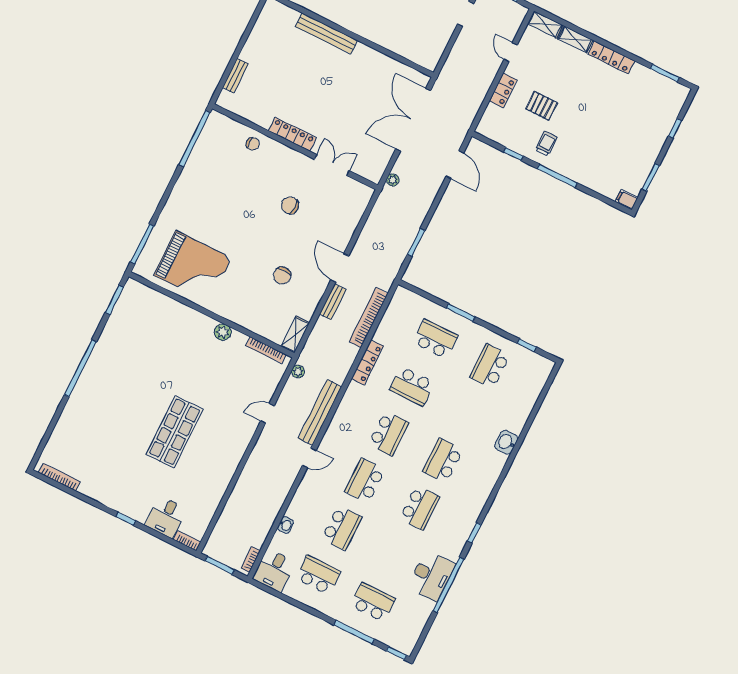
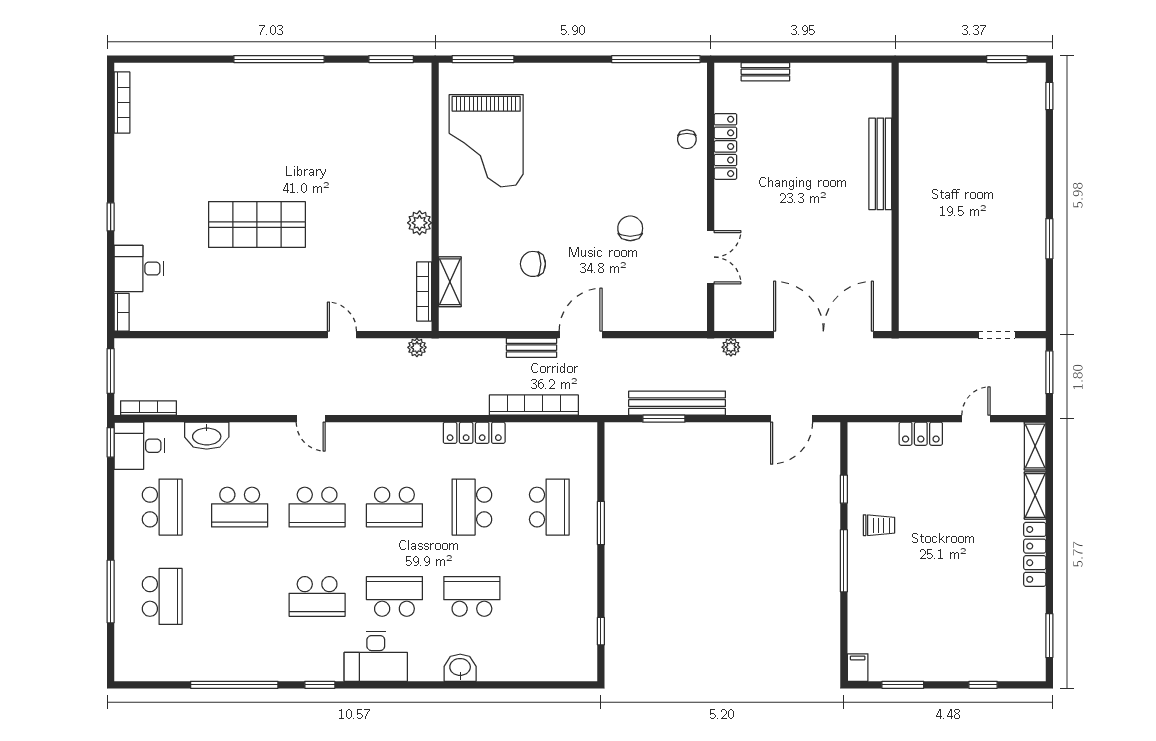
pallet: (542, 106) -> (926, 494), removed
locker: (292, 134) -> (725, 146), moved
shelving: (295, 335) -> (450, 282), moved, turned 90
school desk: (490, 366) -> (472, 596), moved
bench: (320, 412) -> (677, 403), moved
school desk: (365, 481) -> (317, 507), turned 180
washbasin: (286, 525) -> (207, 436), width x1.91, depth x1.45
bookcase: (251, 560) -> (148, 408), width x1.56
desk: (431, 576) -> (376, 656), moved
window: (397, 653) -> (111, 442), moved

